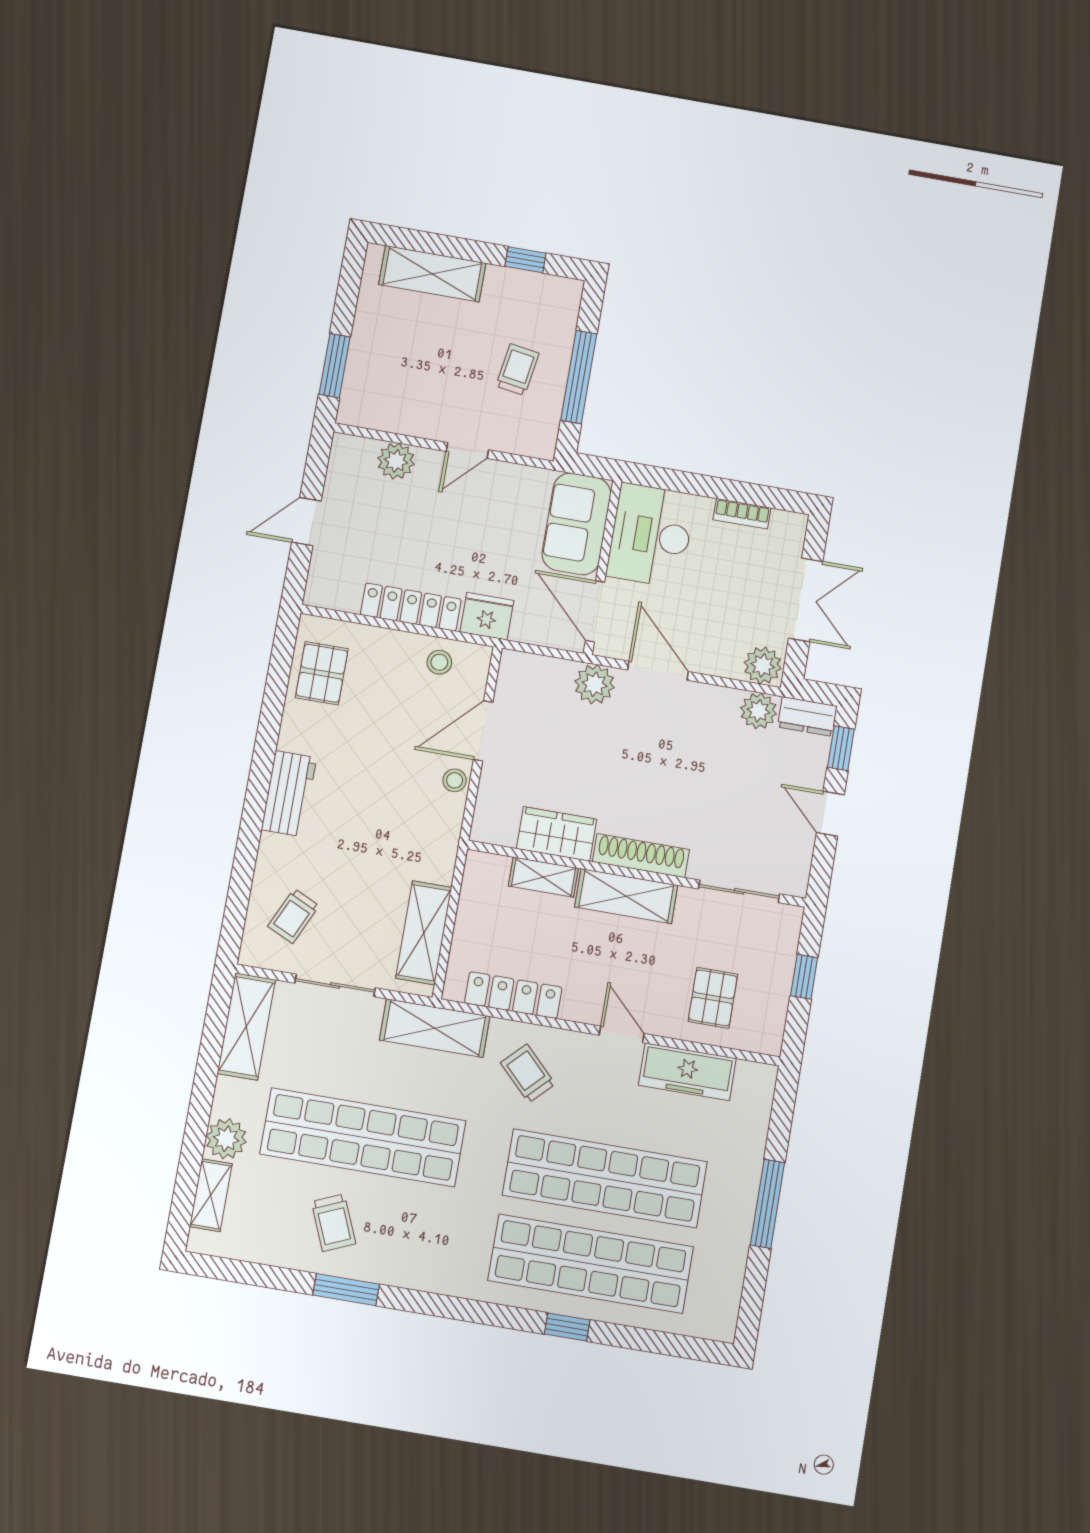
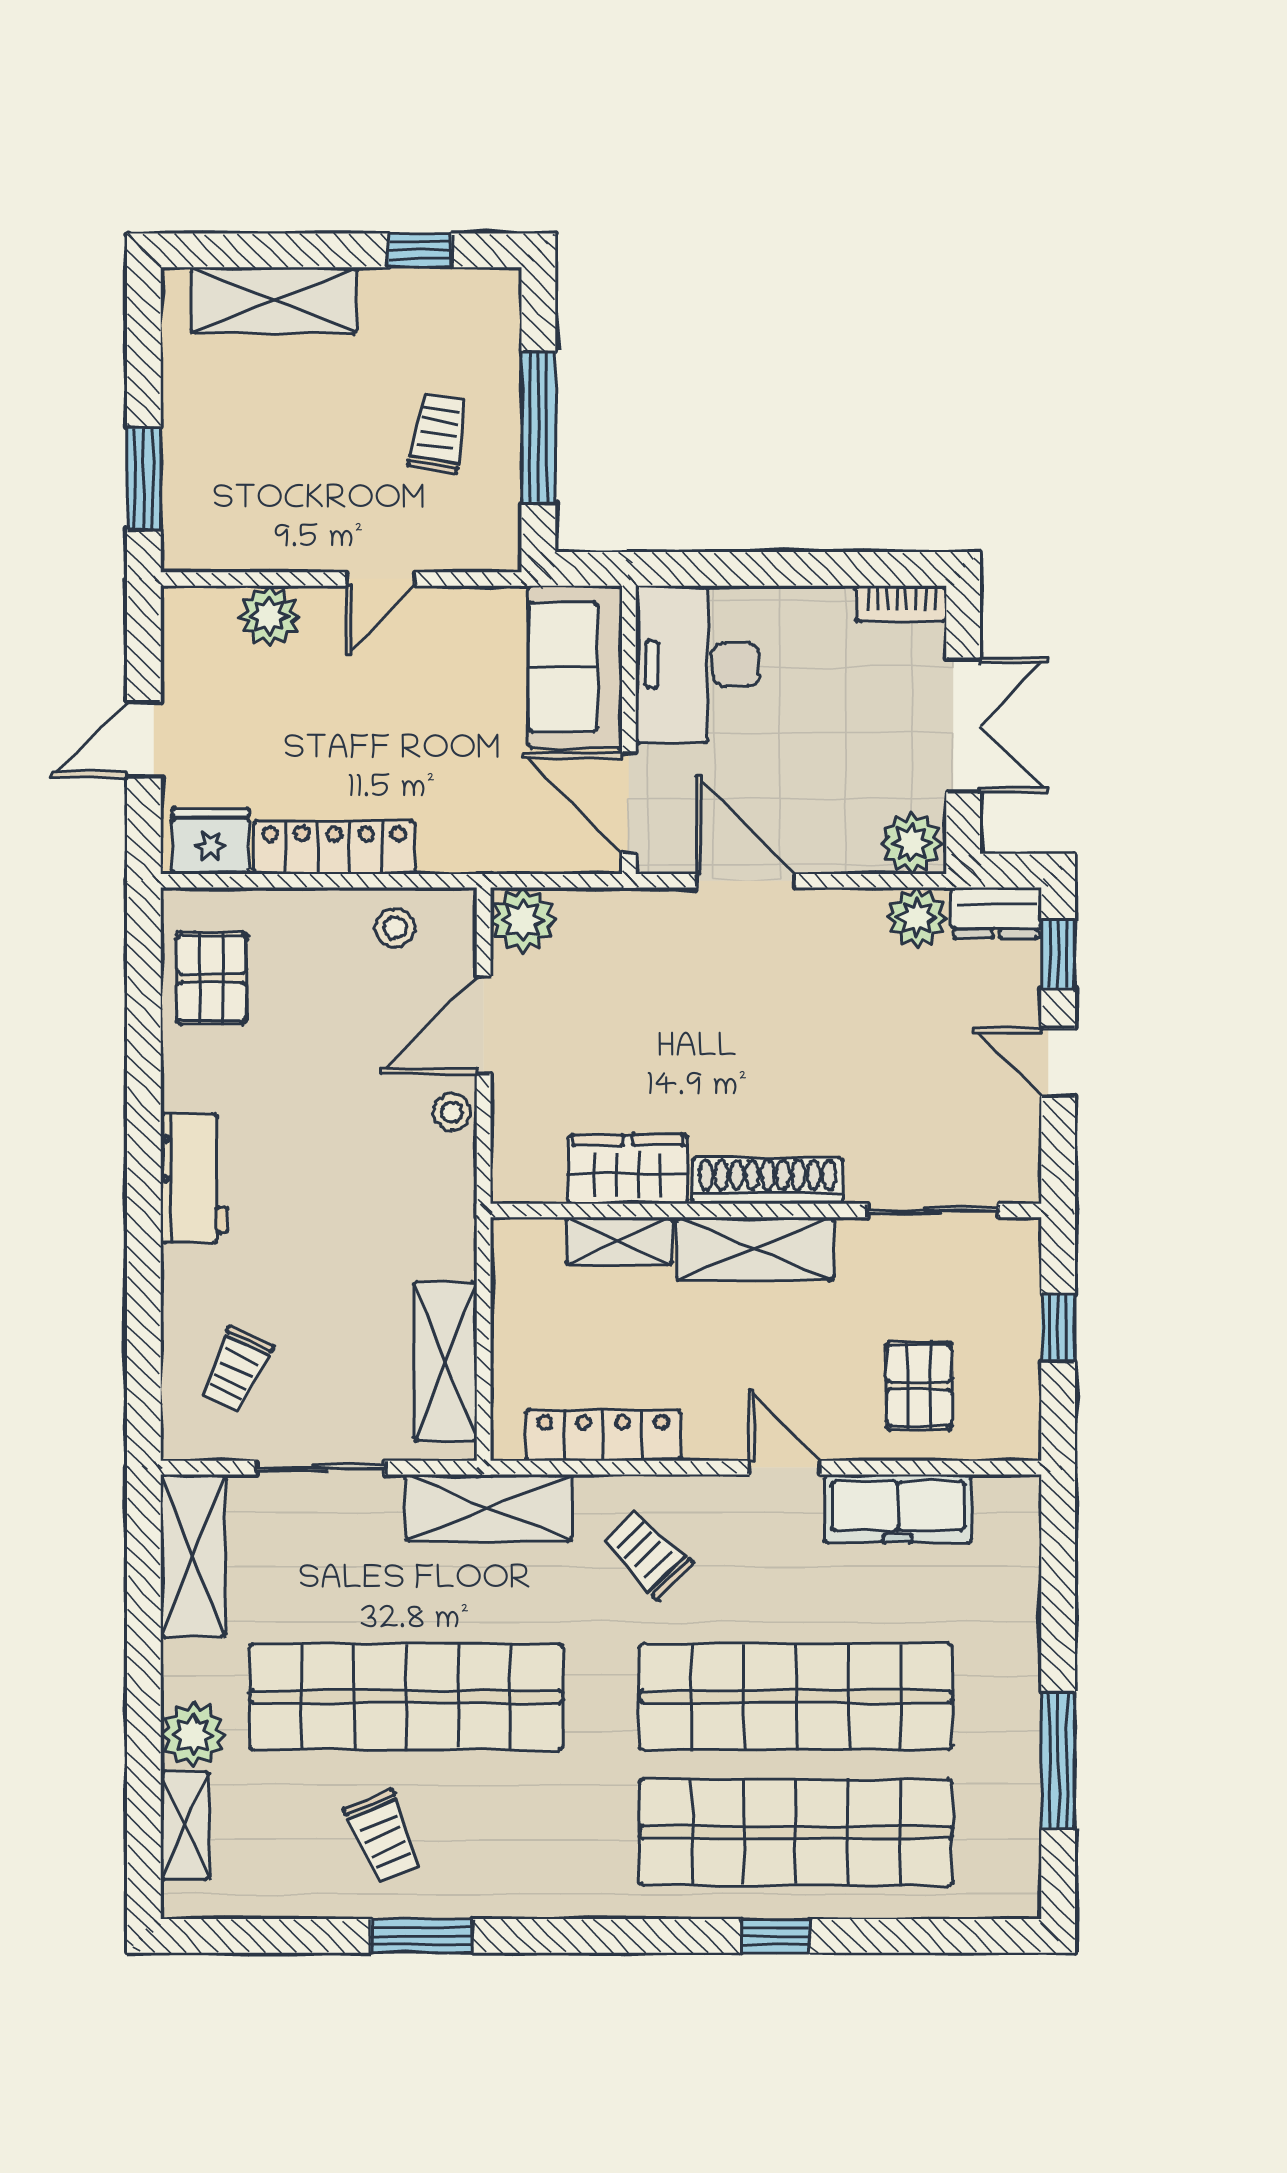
bookcase: (742, 514) -> (901, 604), moved
fridge: (487, 616) -> (211, 841), moved
plant: (595, 684) -> (523, 920), moved
window: (767, 1204) -> (1058, 1760), moved

